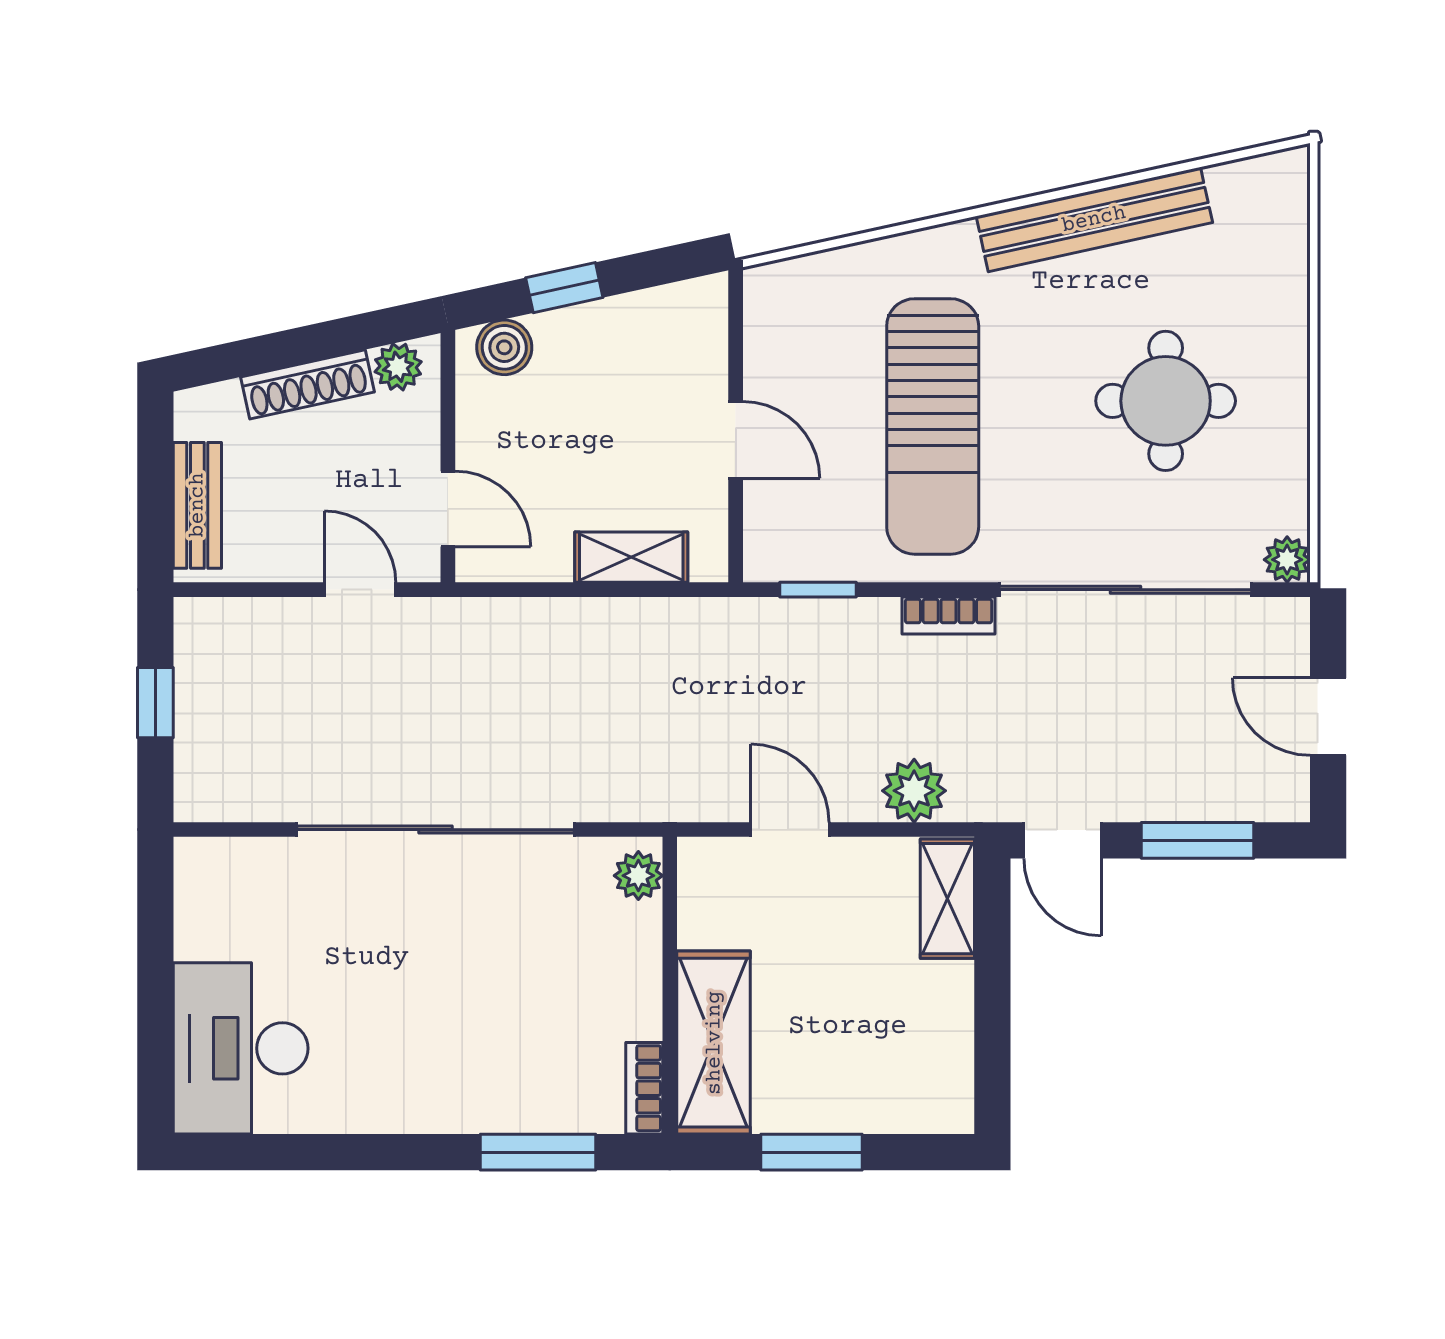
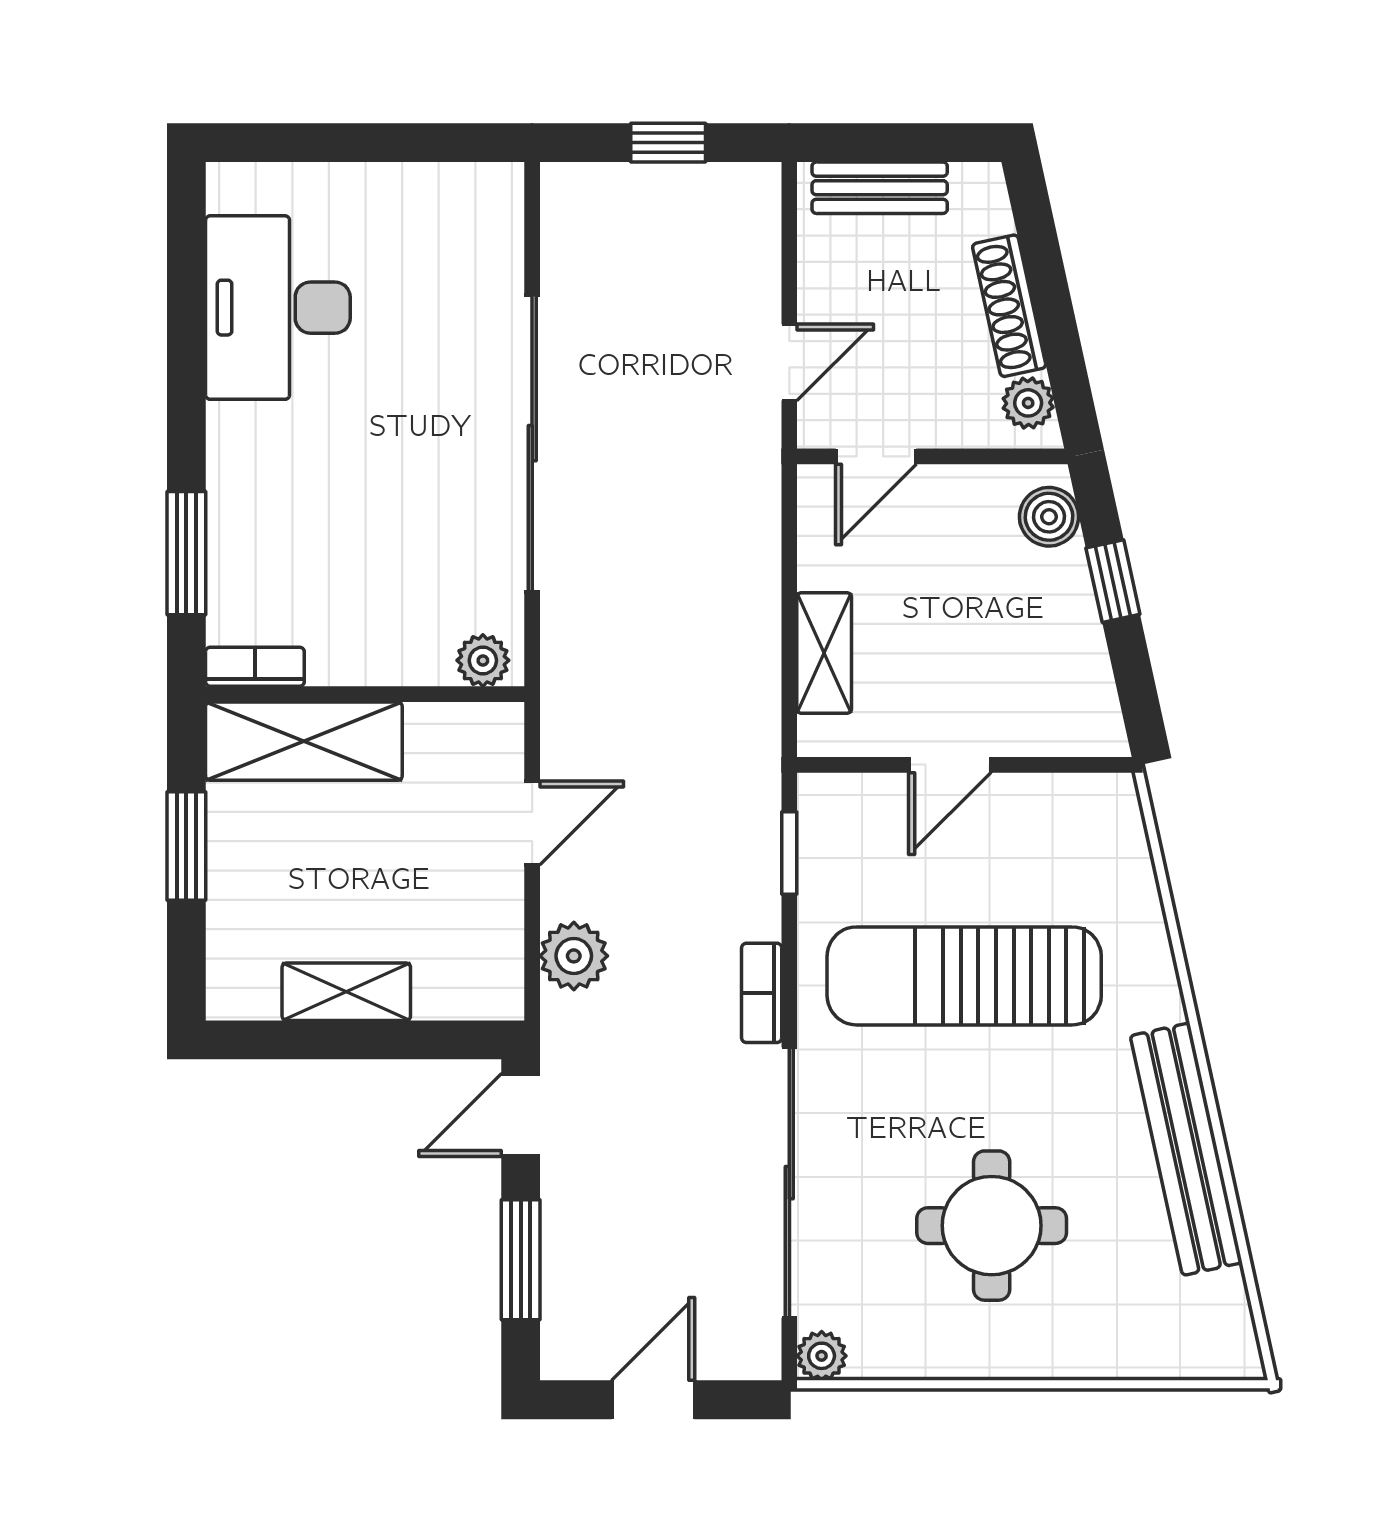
shelving: (947, 899) -> (346, 992), moved
desk: (241, 1048) -> (278, 308), moved, turned -90

